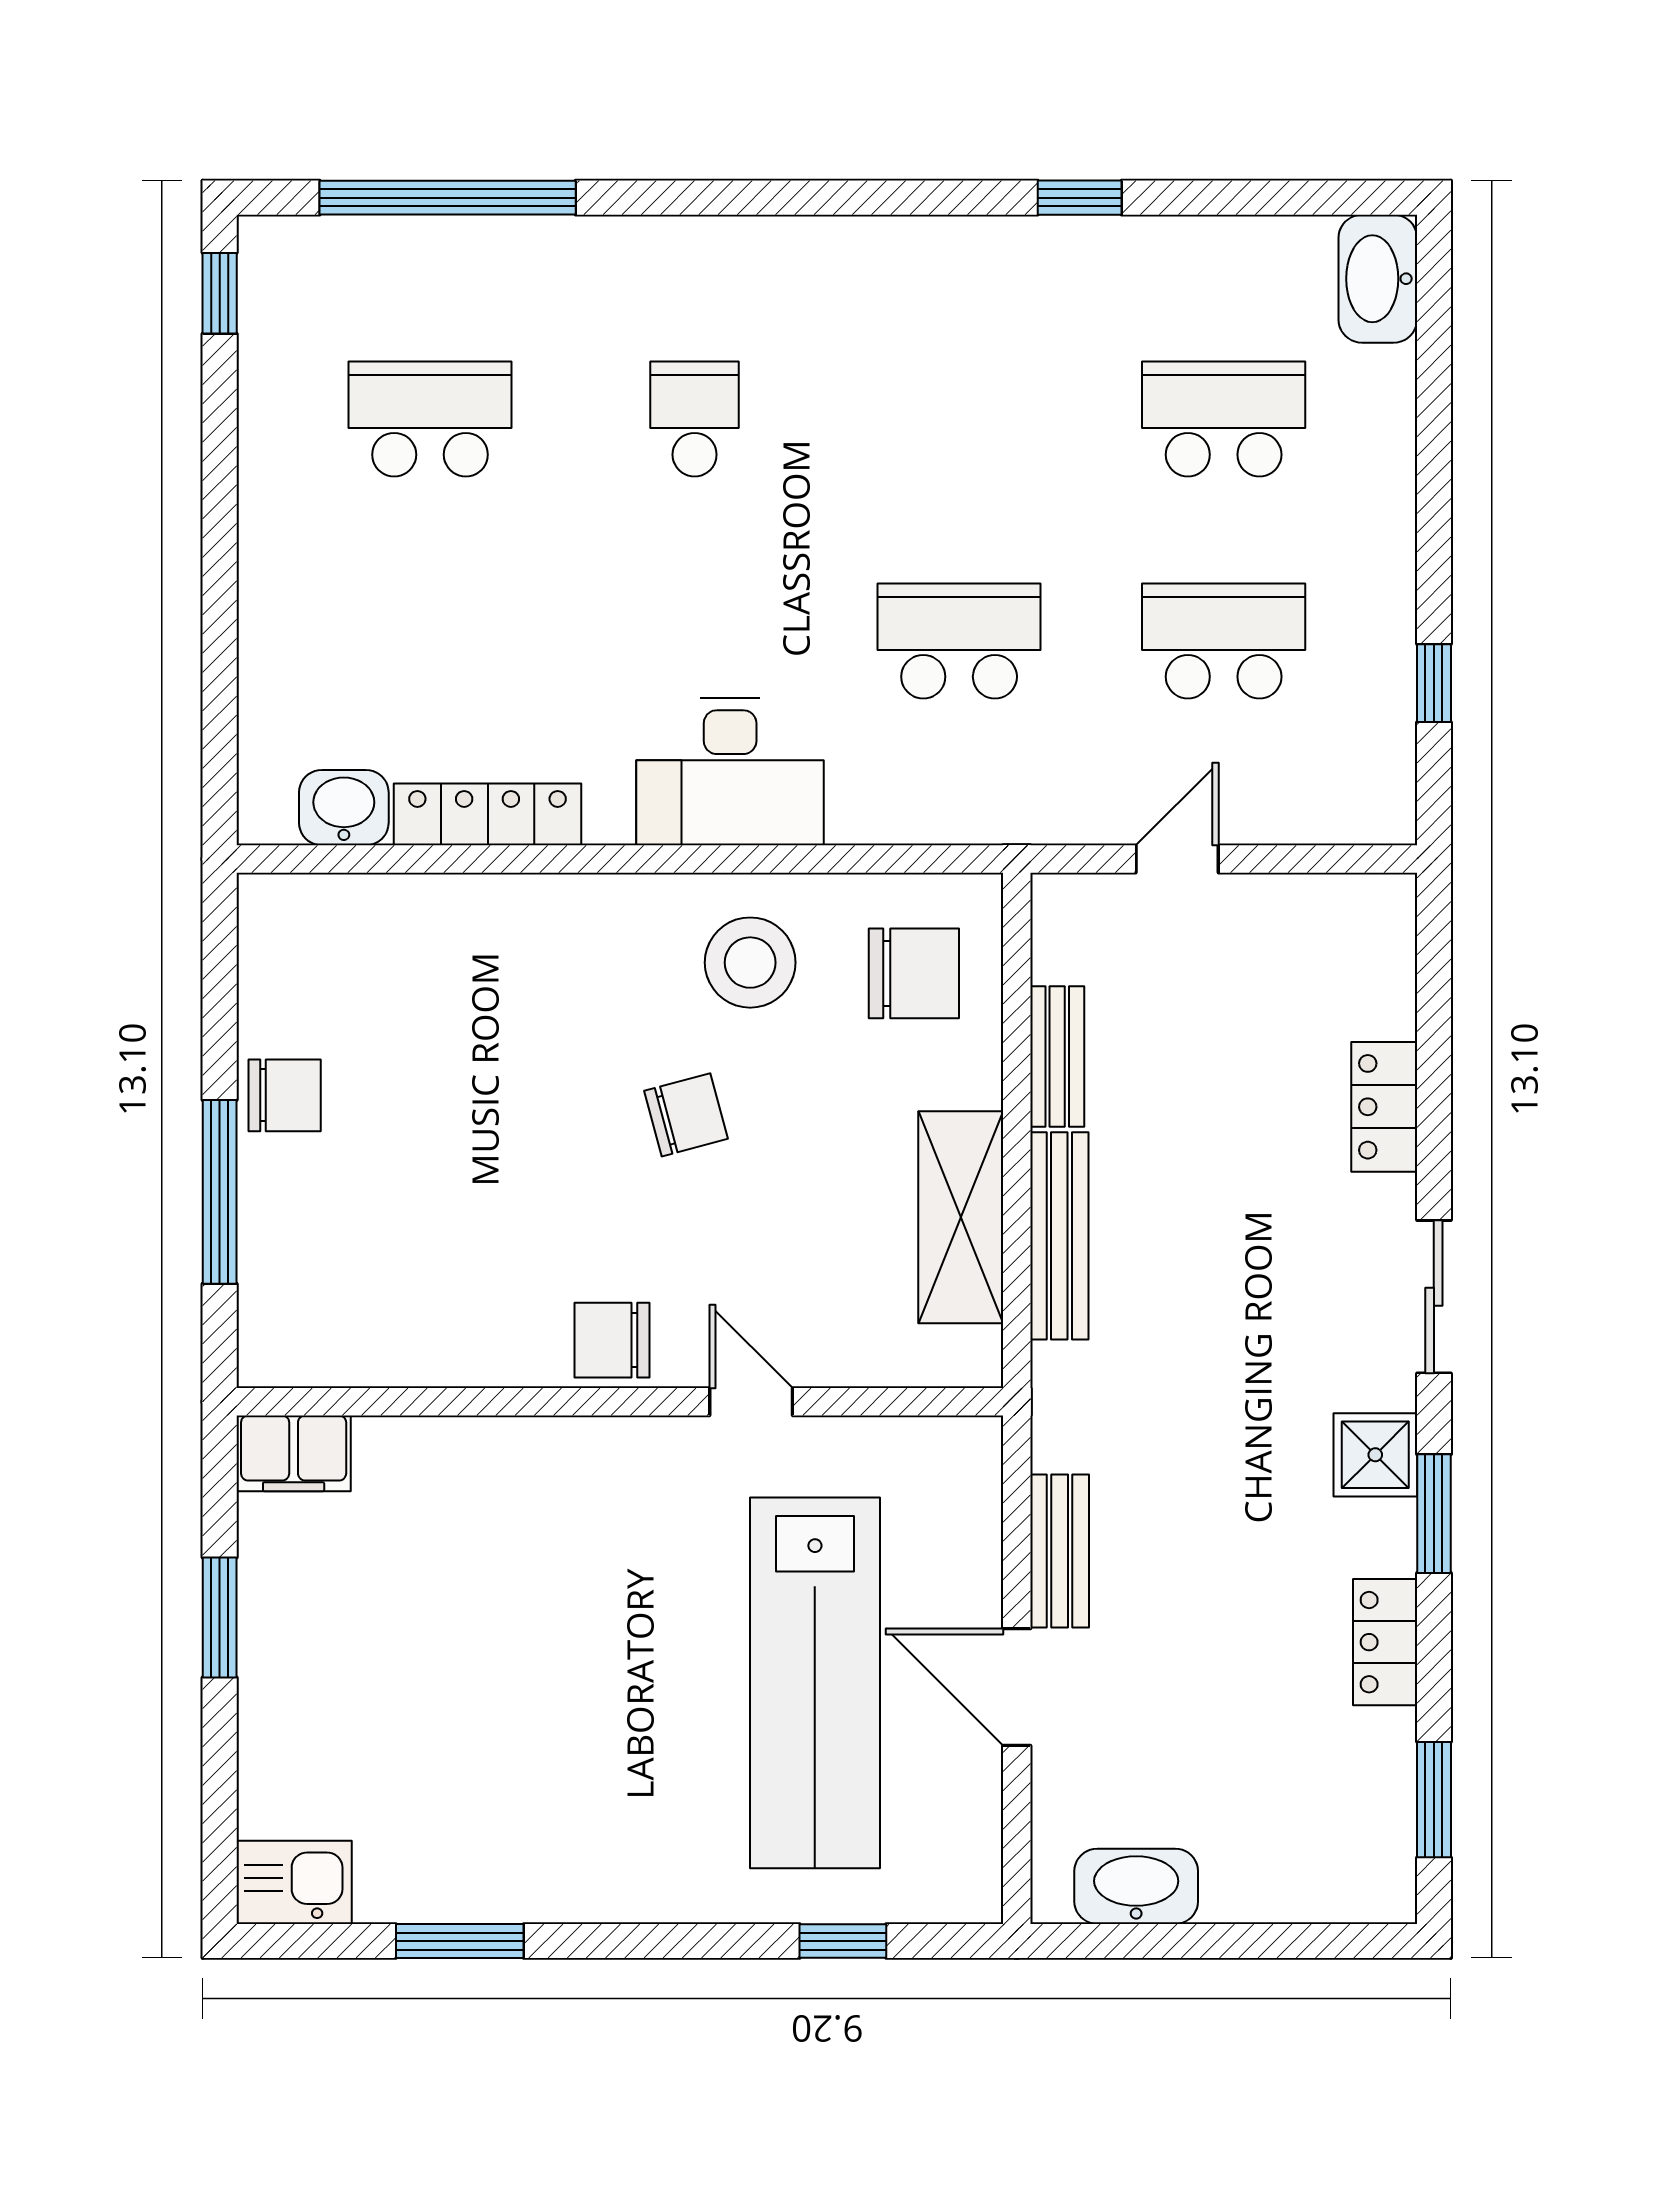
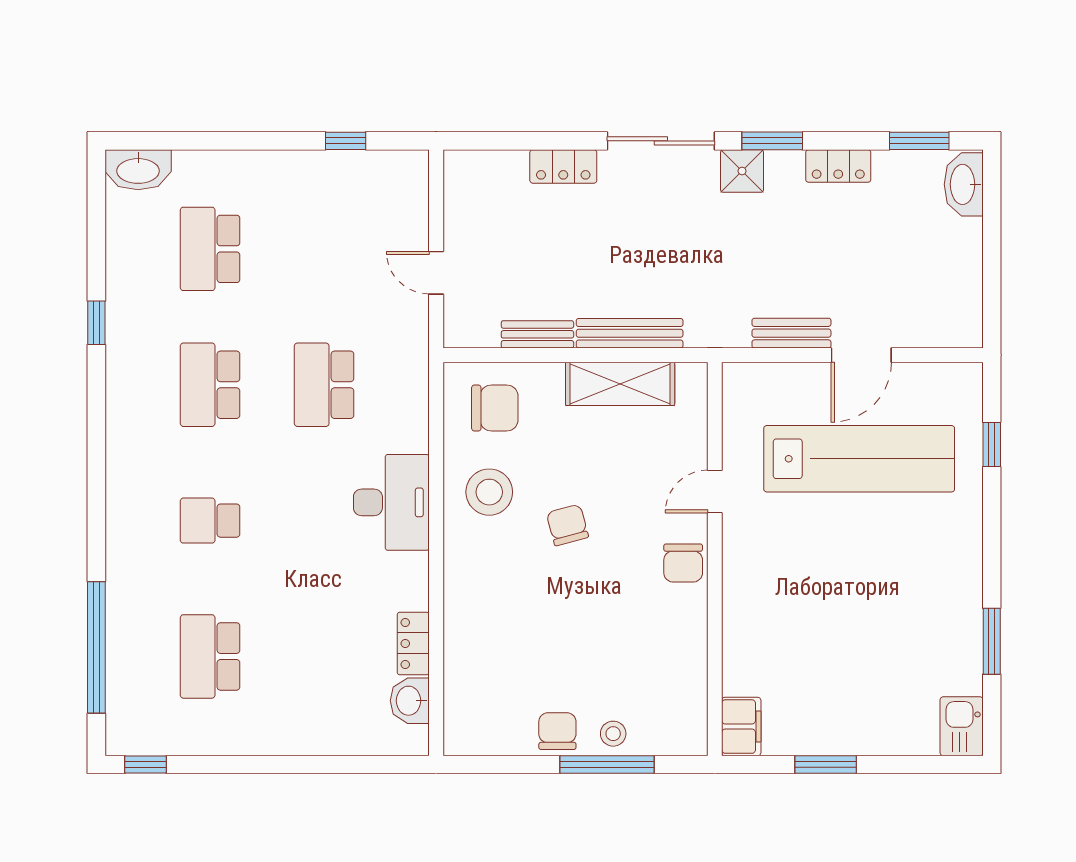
school desk: (1224, 641) -> (210, 385), moved
locker: (488, 814) -> (413, 643), width x0.66
chair: (914, 973) -> (495, 408), turned 90
stool: (280, 1204) -> (613, 734), added
sliding door: (1434, 1297) -> (661, 141), width x1.37
washbasin: (1136, 1886) -> (964, 184), moved

